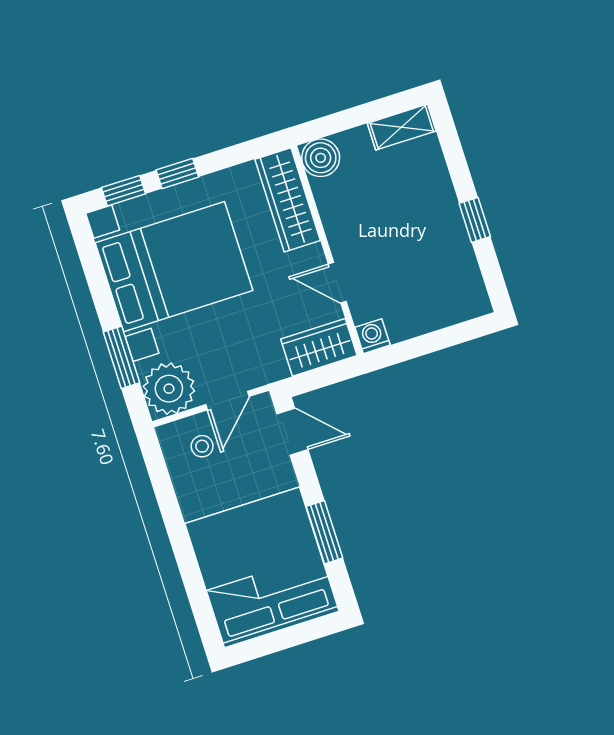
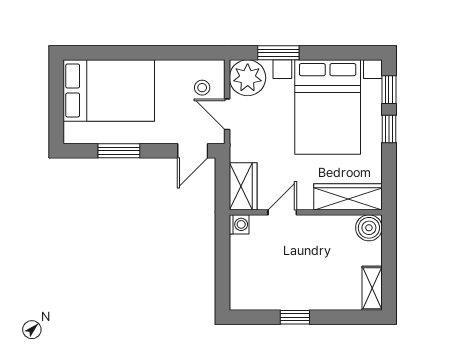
bed: (262, 567) -> (109, 90), width x0.73

